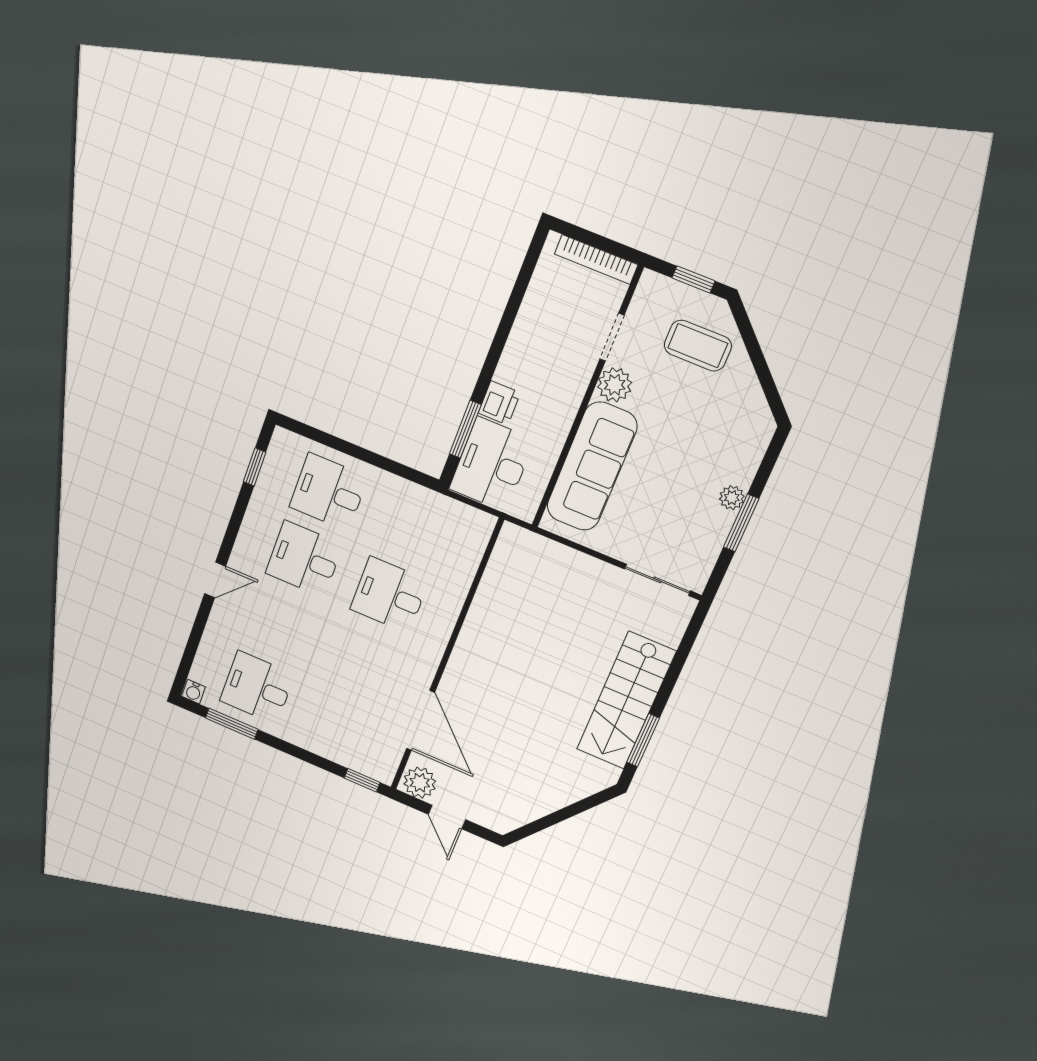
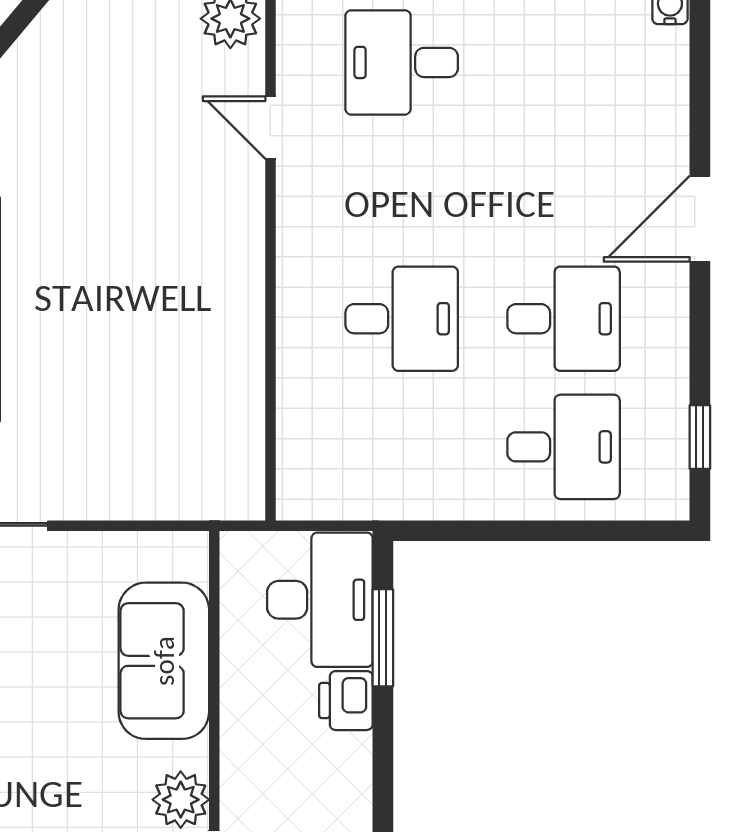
sofa: (592, 467) -> (164, 661), width x0.73
door: (215, 580) -> (700, 219), width x1.37
desk: (257, 688) -> (402, 62), moved, turned 180
door: (420, 720) -> (270, 128), width x0.53

